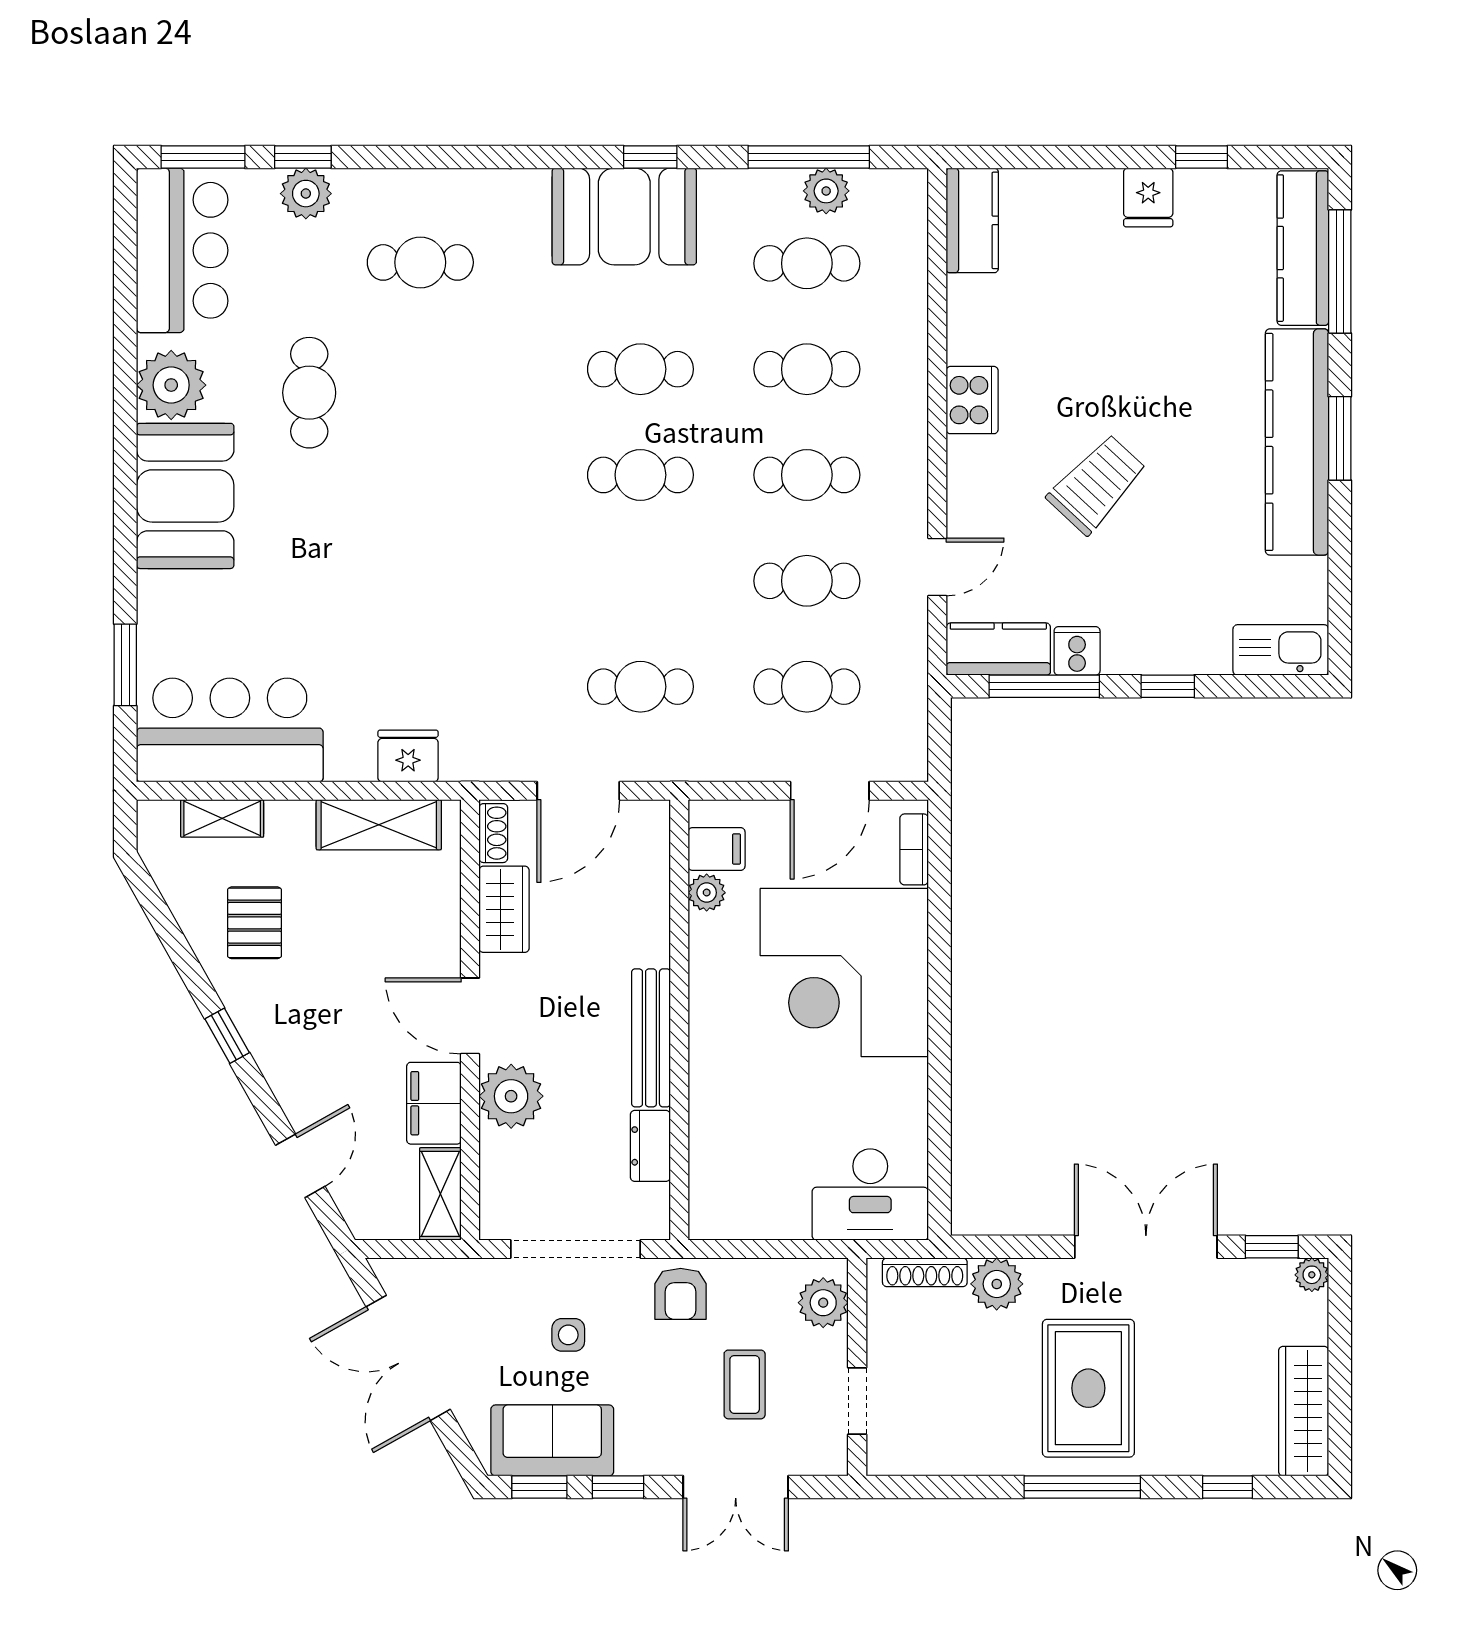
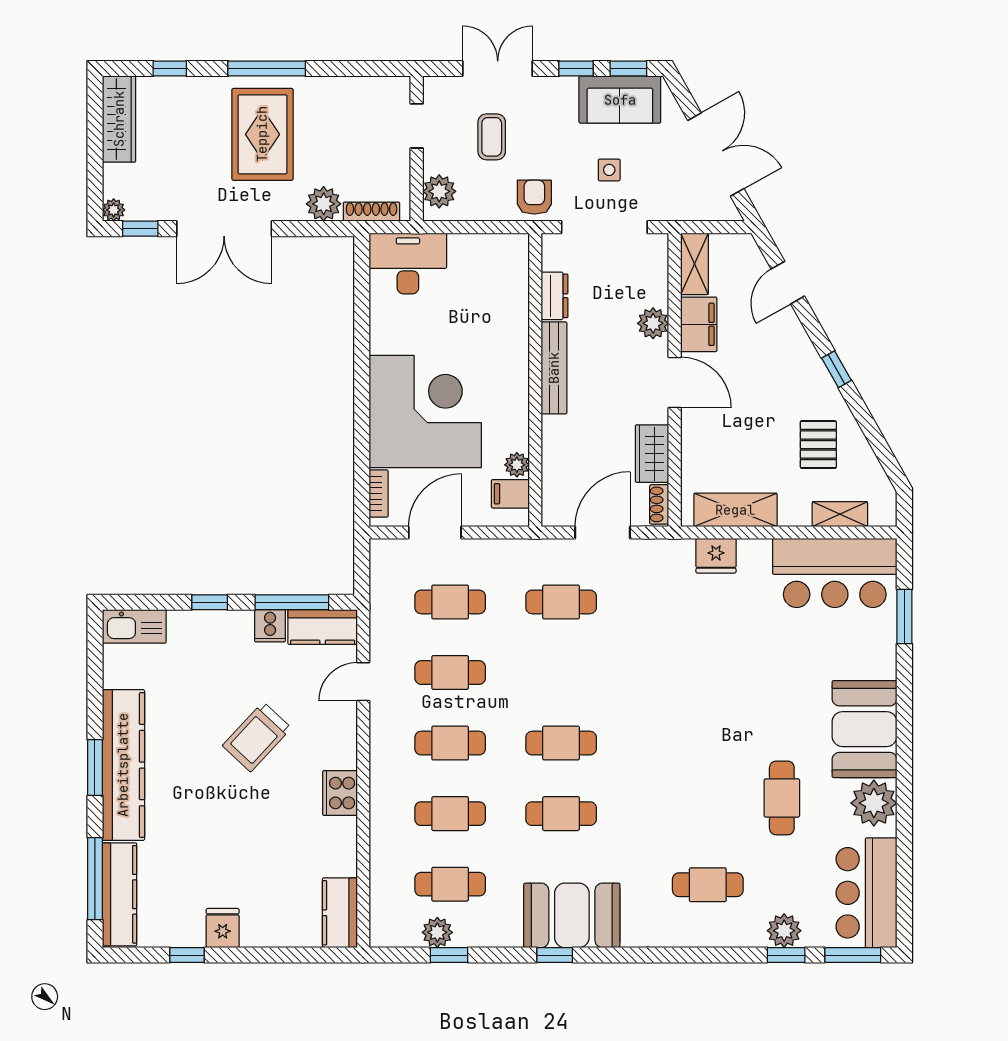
window: (809, 157) -> (449, 955), width x0.46
plant: (511, 1096) -> (653, 323), width x0.73, depth x0.73

